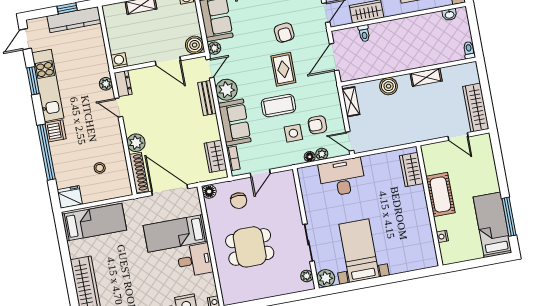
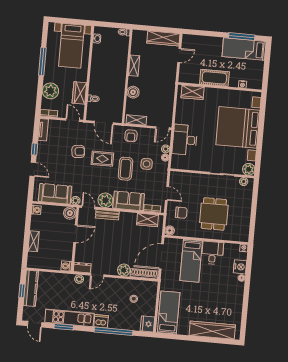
armchair: (317, 125) -> (131, 136), moved
bed with nightstands: (359, 251) -> (238, 127), width x1.85

